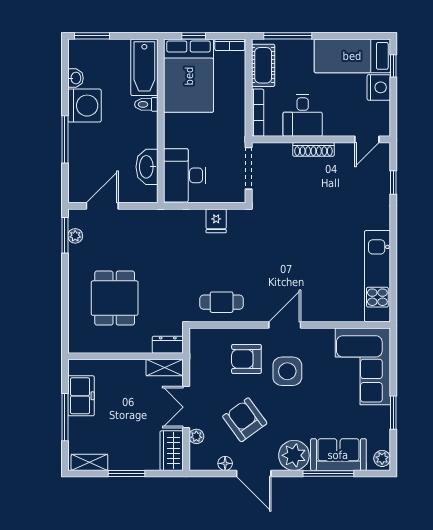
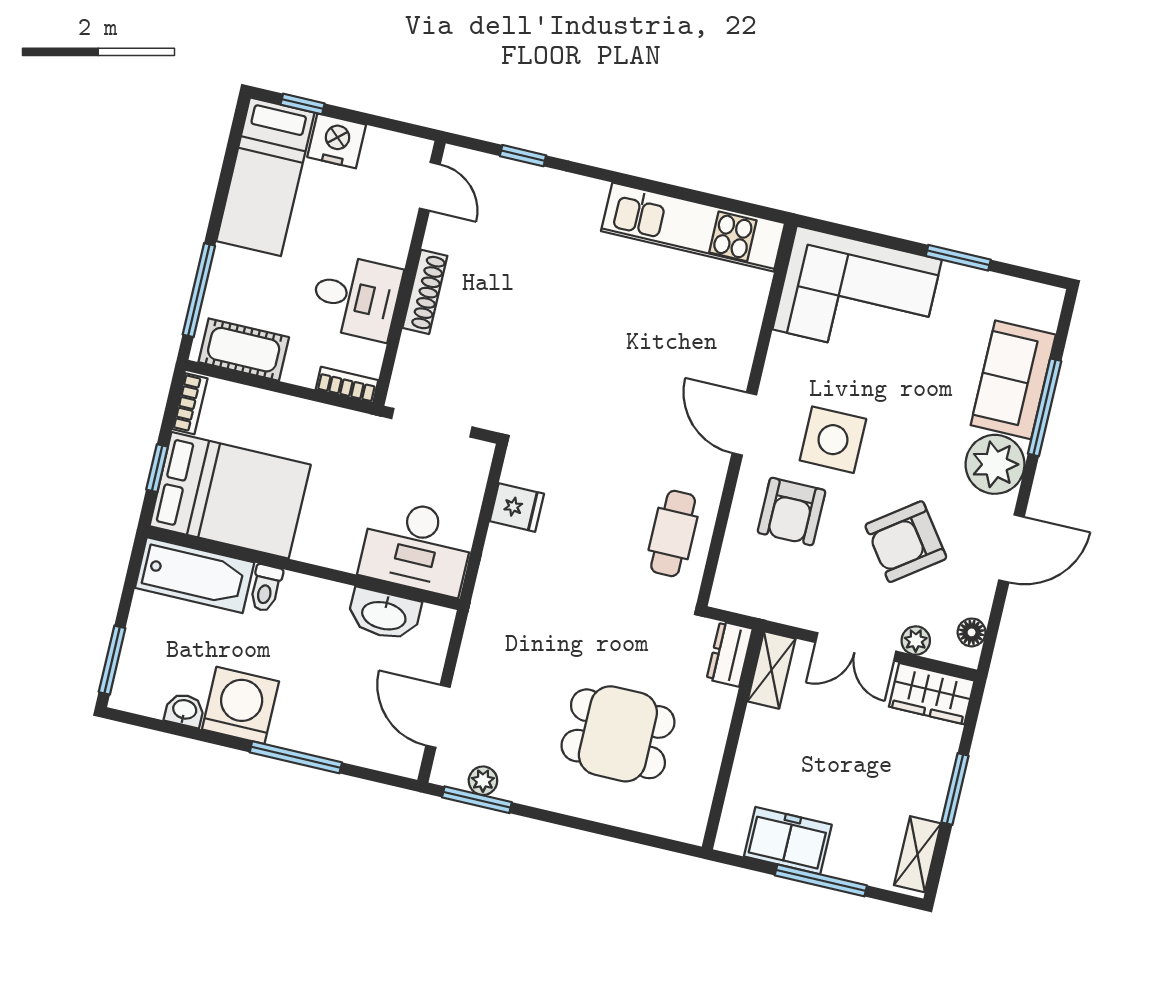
bookcase: (258, 113) -> (347, 385), width x0.64
plant: (382, 458) -> (1040, 299), removed
floor lamp: (225, 463) -> (972, 632), moved

